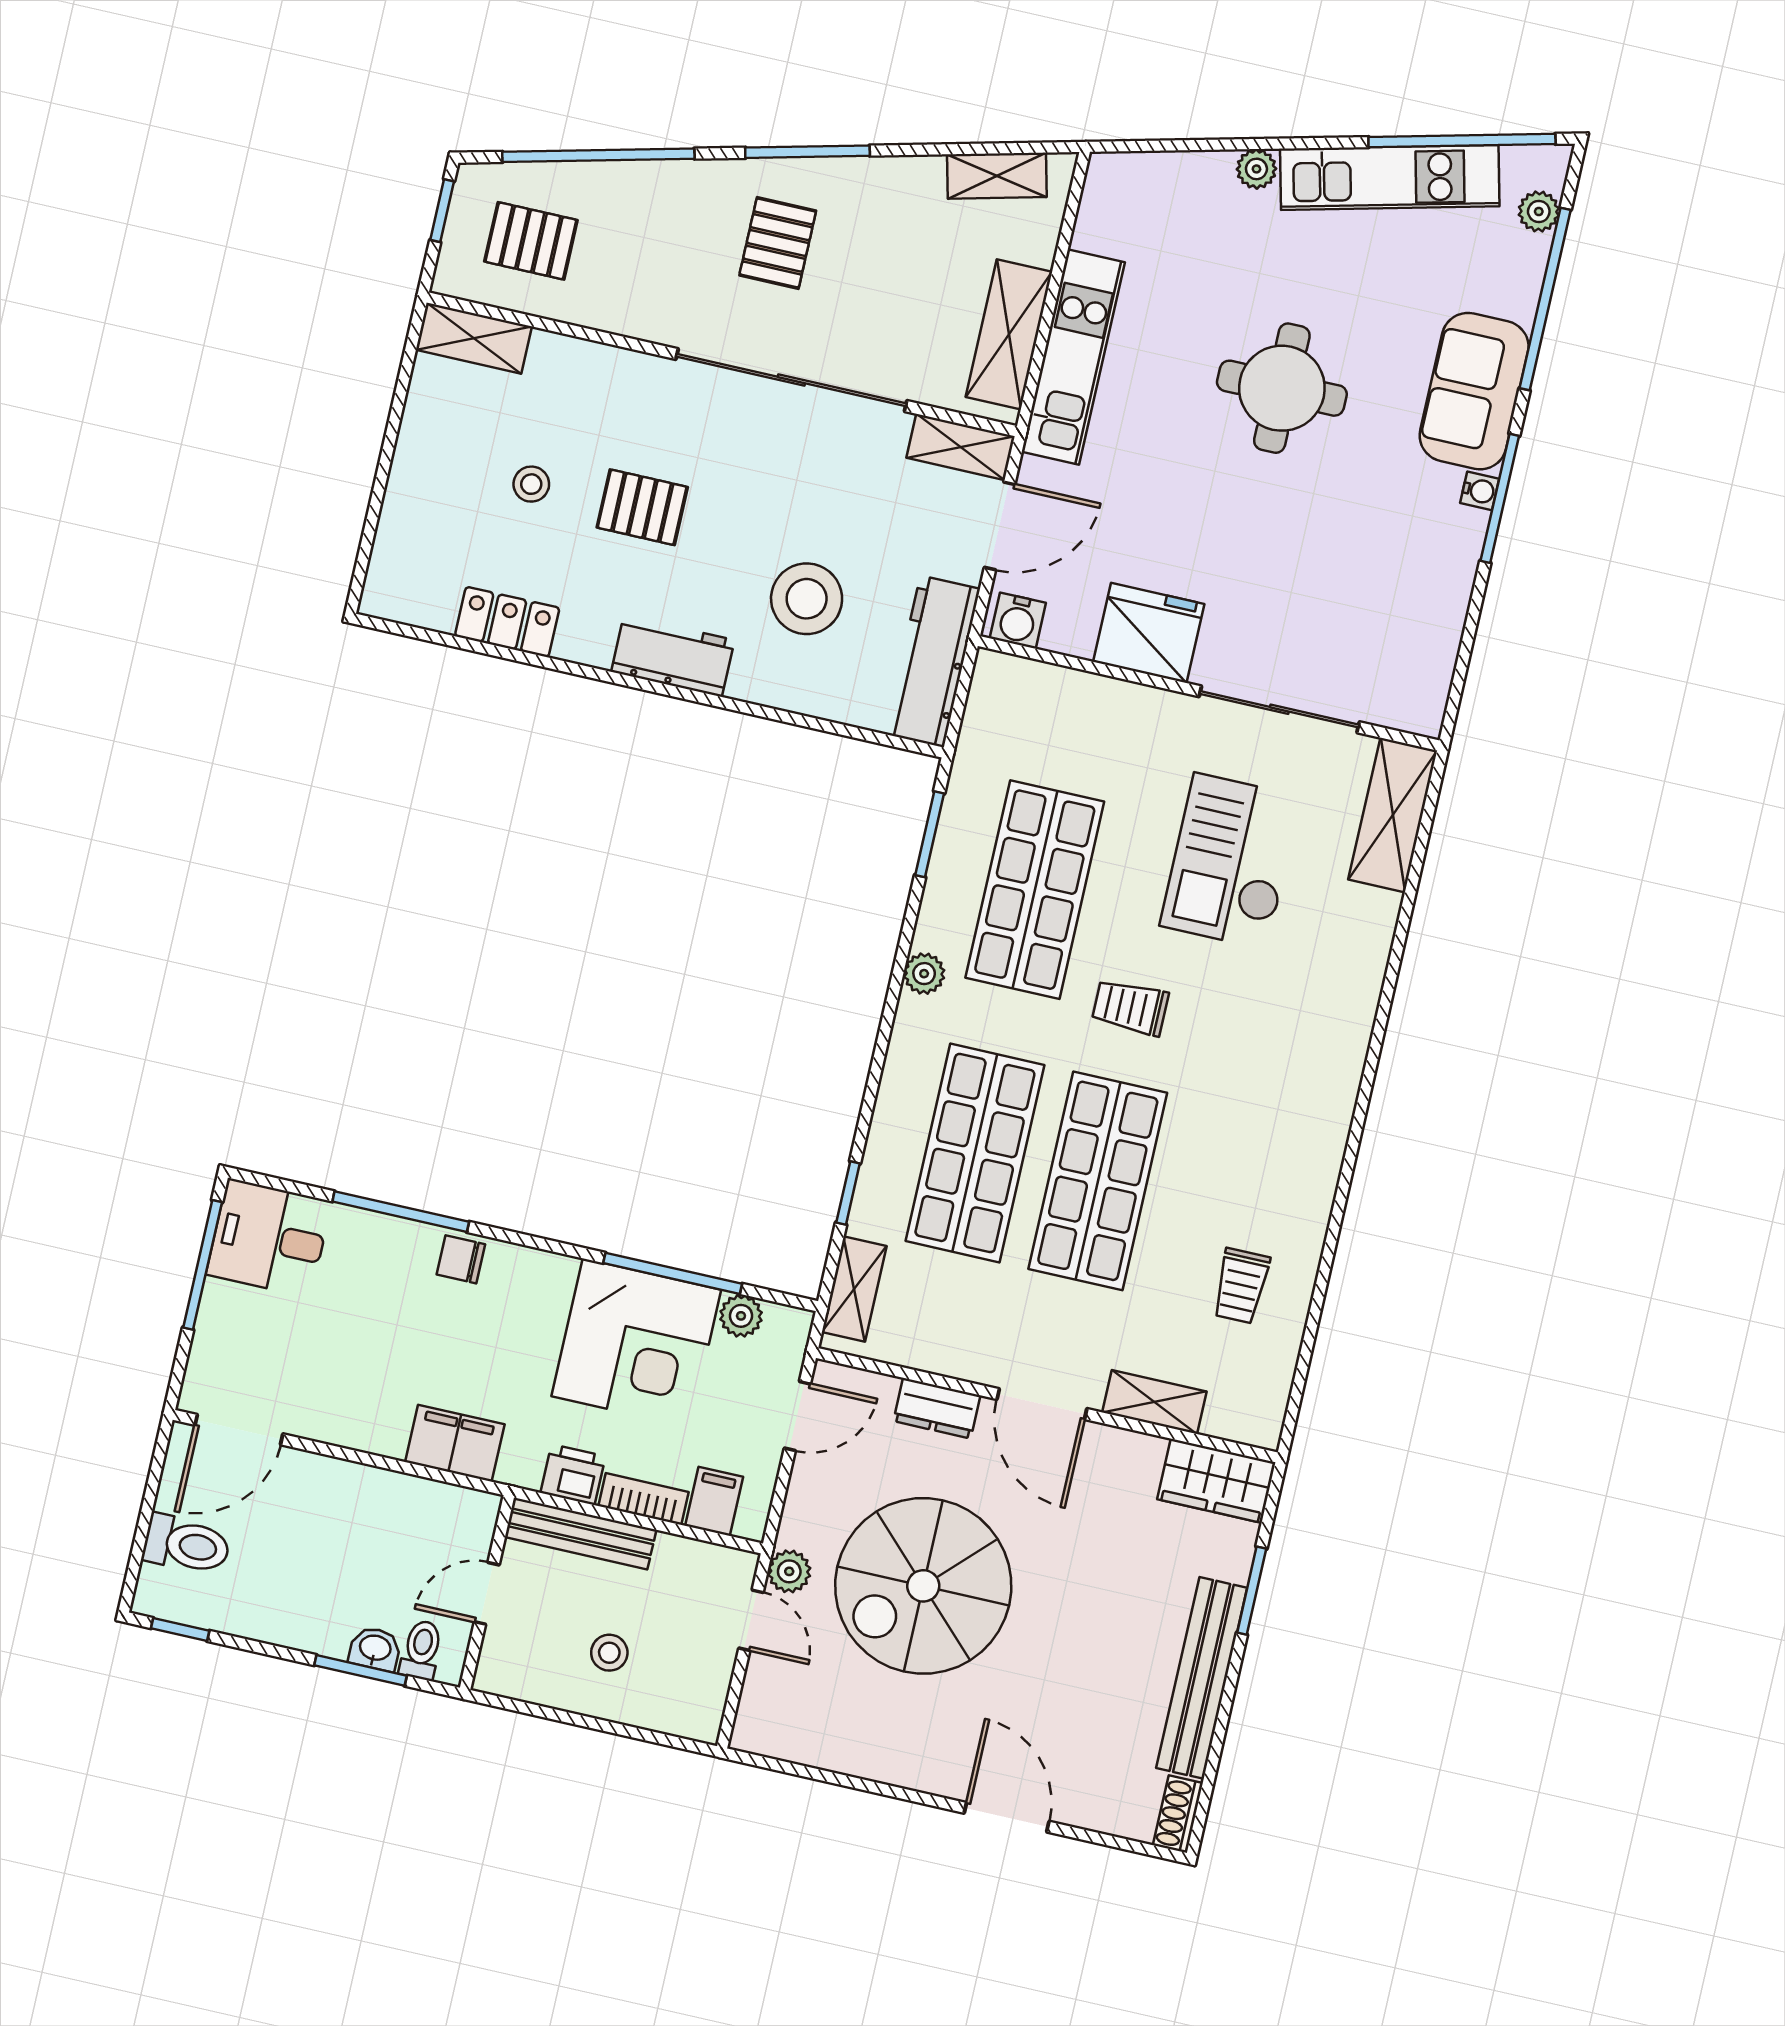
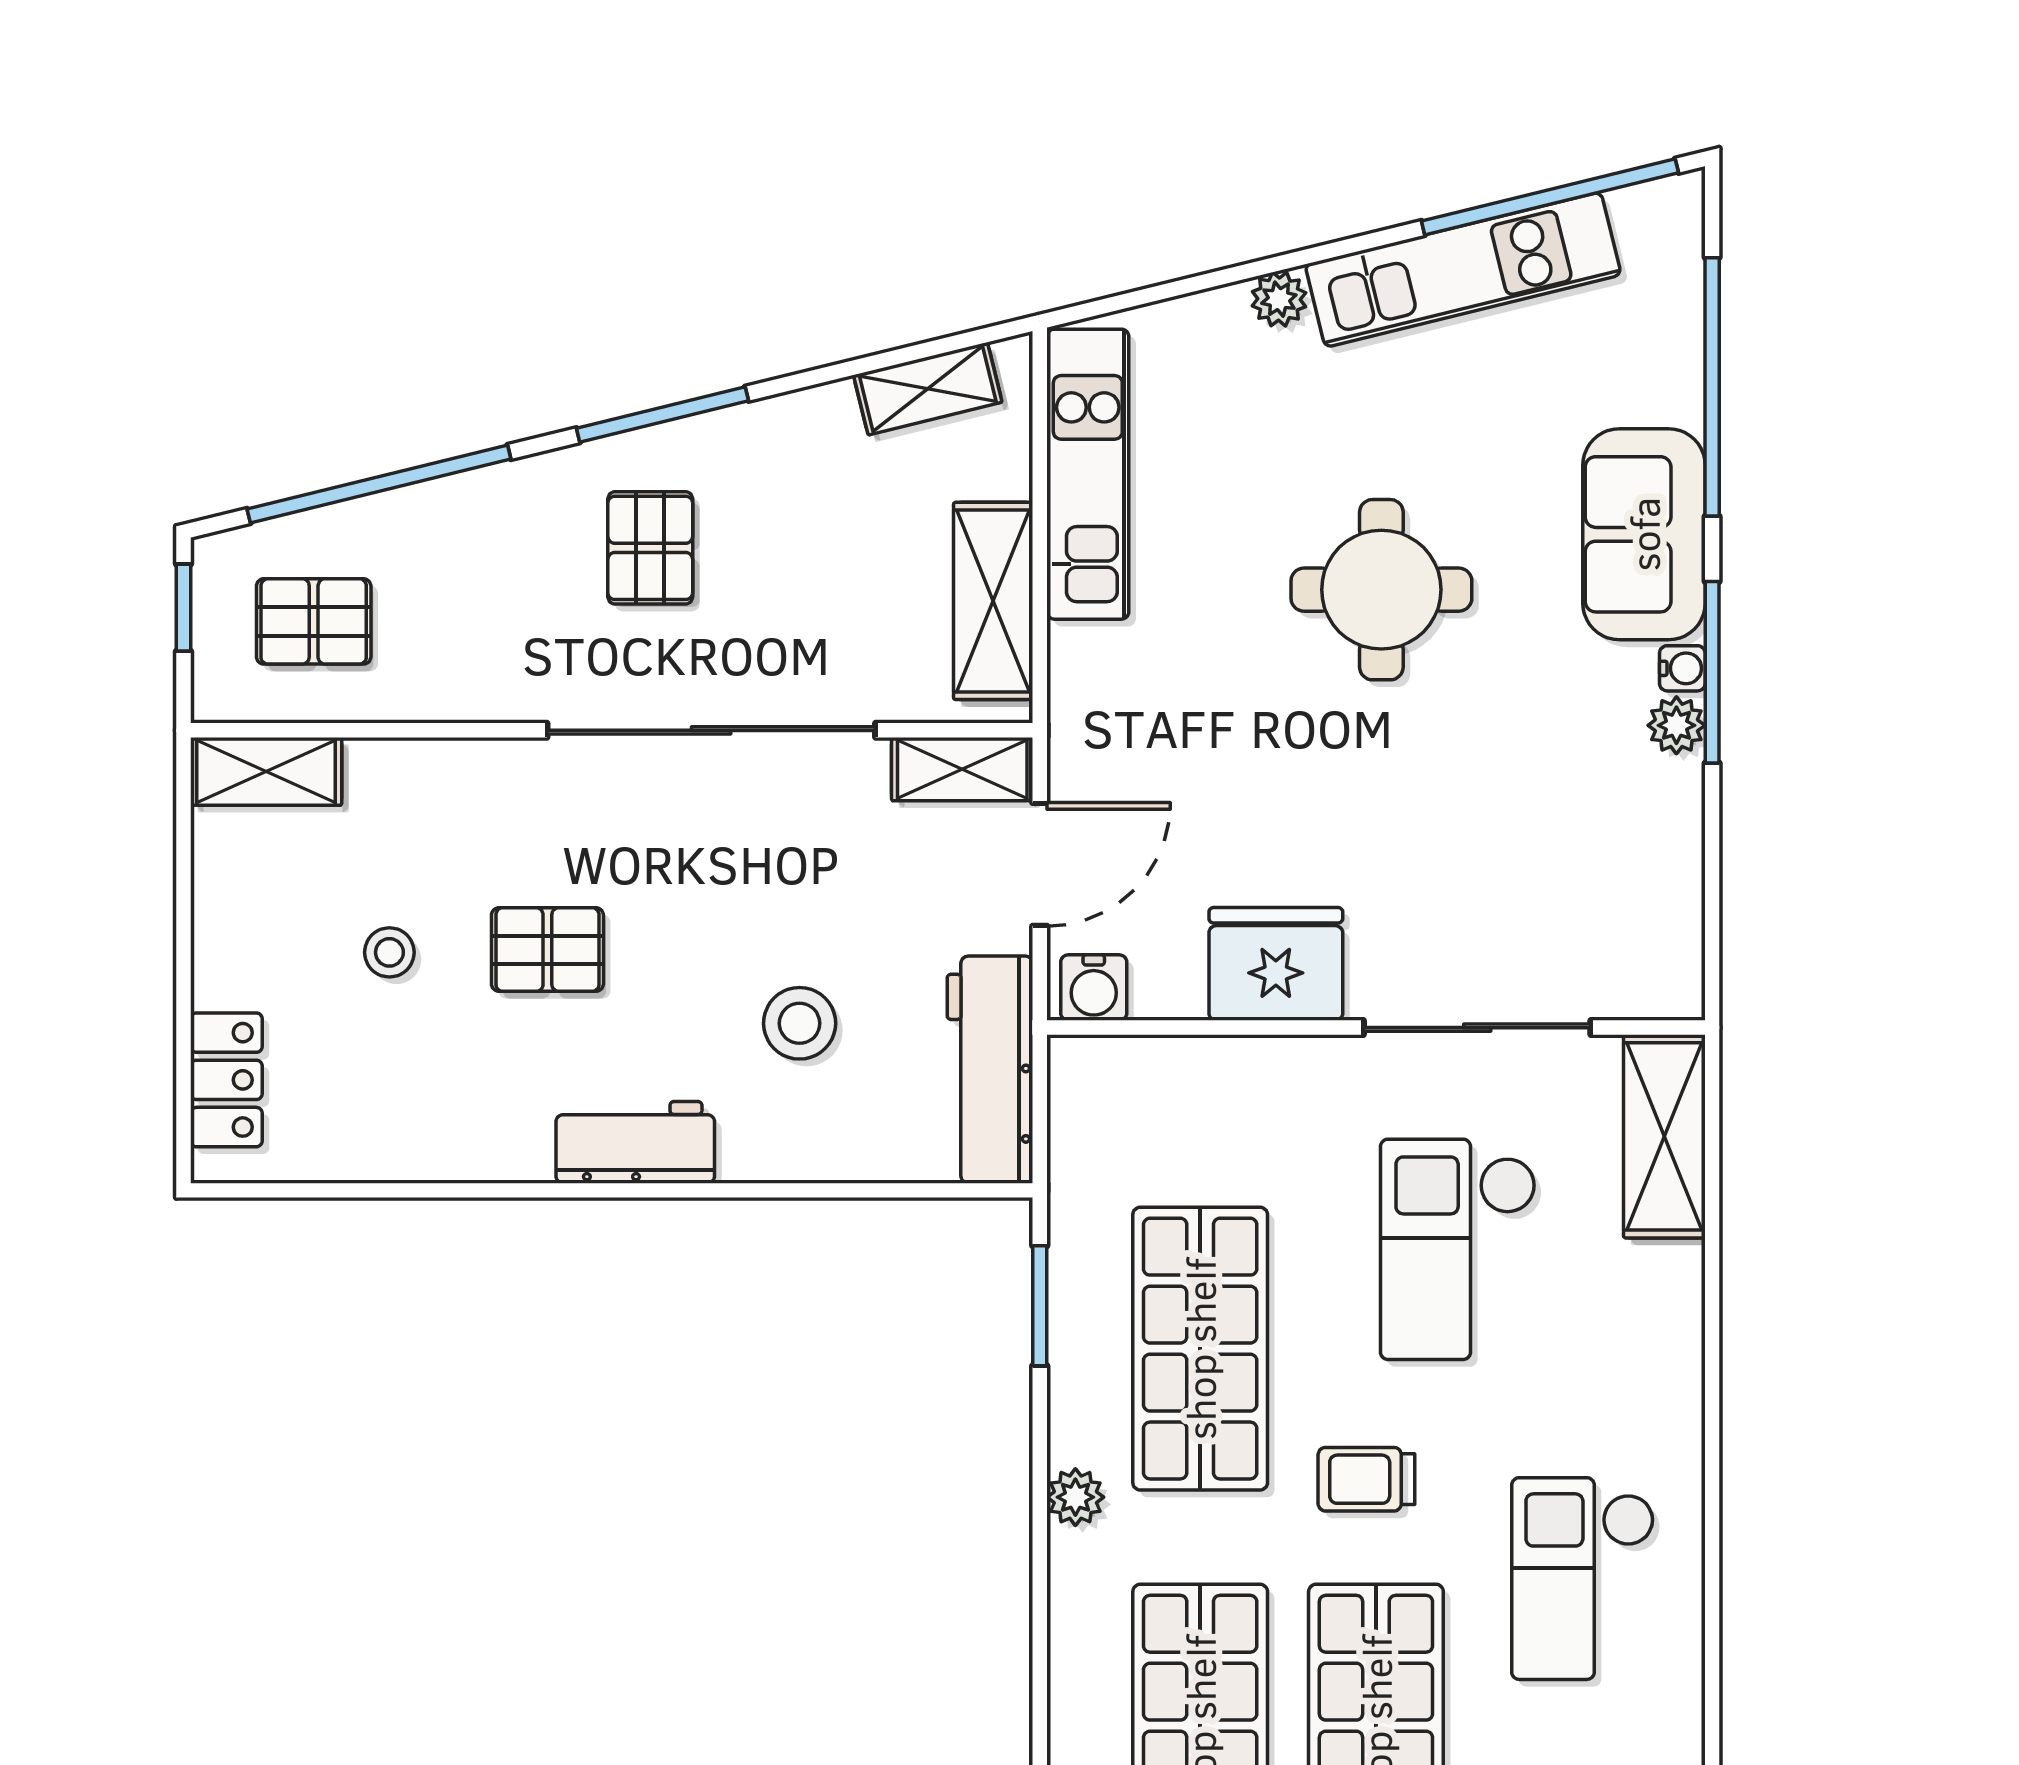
plant: (1539, 211) -> (1676, 725), moved
kitchen unit: (1073, 357) -> (1088, 474), moved
stool: (807, 599) -> (800, 1023), width x0.73, depth x0.73
locker: (507, 622) -> (226, 1080), moved, turned 90
checkout: (1266, 1111) -> (1583, 1579), added

